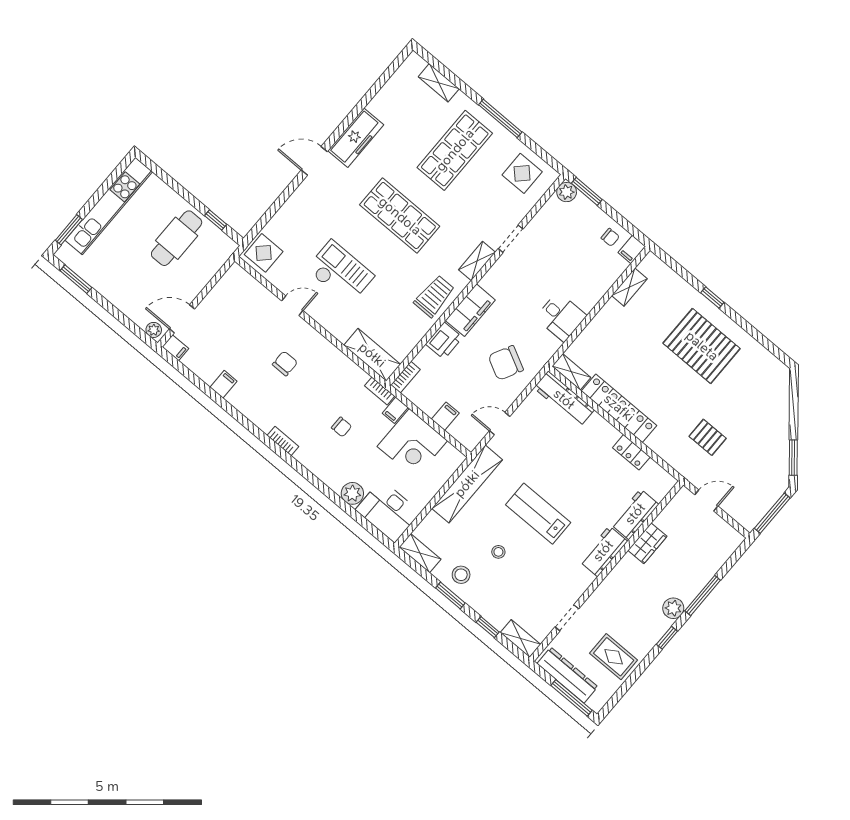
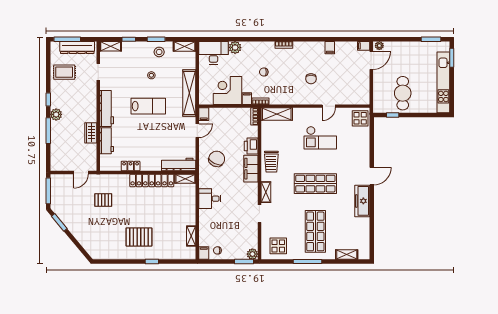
pallet: (702, 346) -> (139, 237), width x0.73, depth x0.71
filing cabinet: (445, 416) -> (204, 114), moved
workbench: (603, 551) -> (107, 109), width x1.38

